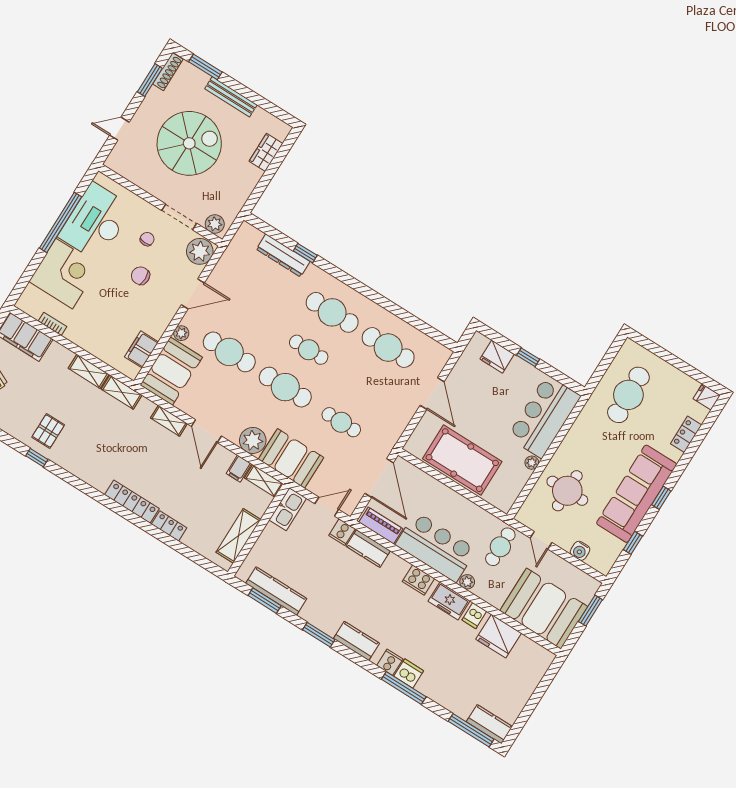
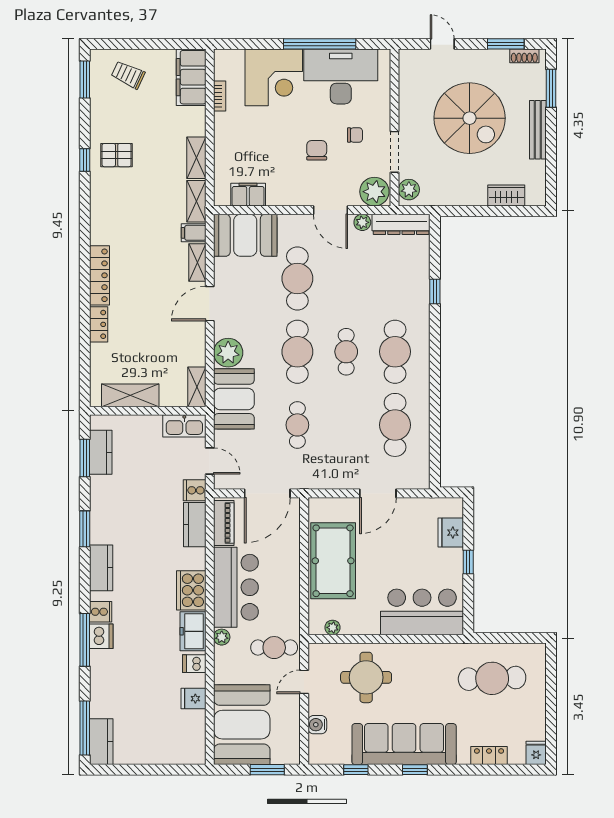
shoe rack: (168, 72) -> (524, 56), width x0.70
dresser: (283, 255) -> (401, 224), moved, turned -90
plant: (181, 333) -> (362, 222), moved
plant: (532, 463) -> (333, 627), moved
filing cabinet: (239, 469) -> (194, 233), moved
cooker: (418, 580) -> (191, 590), width x1.37, depth x1.31
kitchen counter: (276, 591) -> (101, 452), width x0.67
fridge: (499, 636) -> (193, 699), width x0.53, depth x0.75

